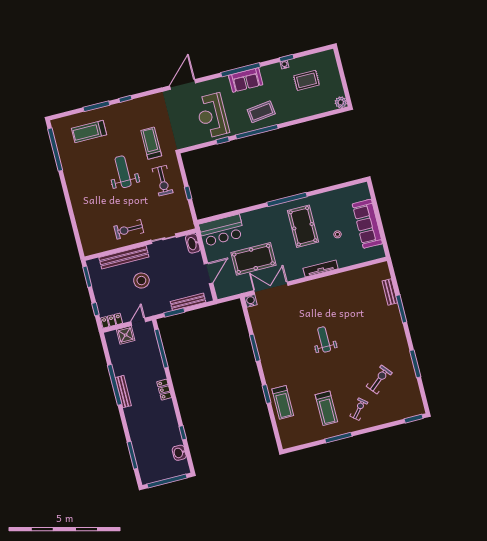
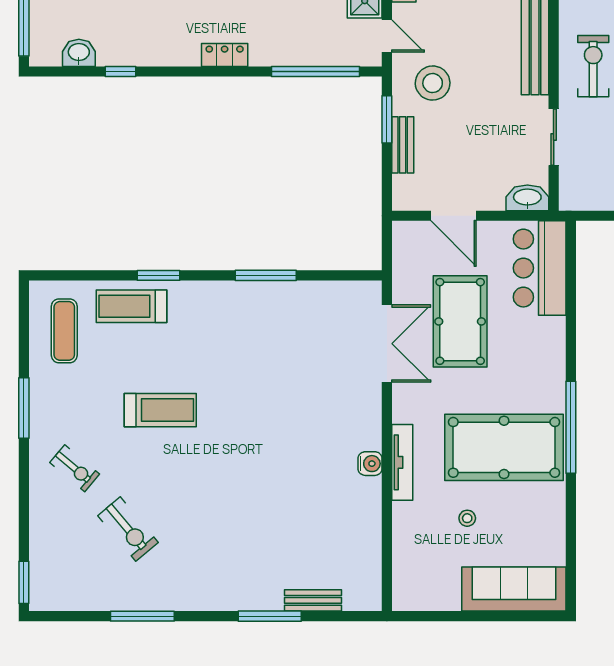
sofa: (367, 224) -> (514, 589), moved
pool table: (303, 226) -> (504, 447), width x1.36, depth x1.32
stool: (141, 281) -> (433, 83), moved
water cooler: (251, 301) -> (370, 464), moved
bench: (188, 302) -> (403, 145), width x0.73
weight bench: (324, 339) -> (246, 431), removed
treadmill: (326, 408) -> (160, 410), moved, turned 180
exercise mat: (301, 429) -> (64, 331), added

